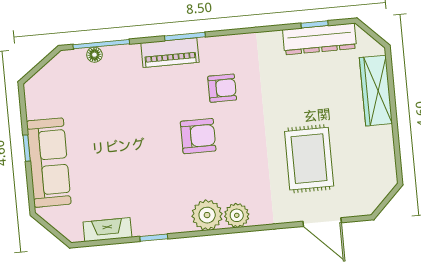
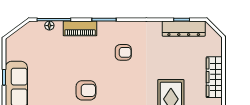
piano: (170, 53) -> (80, 28), moved
wardrobe: (376, 91) -> (214, 77), moved
armchair: (198, 136) -> (86, 90), moved

